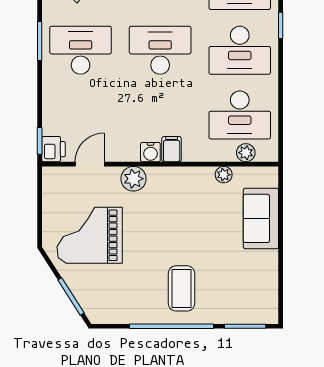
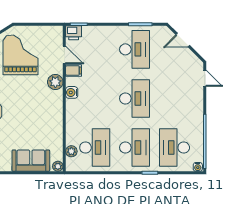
desk: (240, 50) -> (135, 148), turned 180
desk: (240, 115) -> (95, 148), turned 180
filing cabinet: (172, 149) -> (74, 71), moved
plant: (224, 175) -> (58, 166), moved

